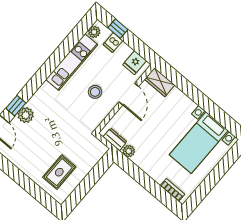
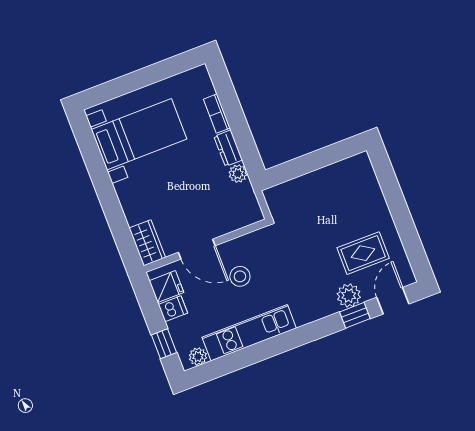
dishwasher: (113, 43) -> (173, 309), moved
door: (129, 94) -> (197, 249), swing flipped
dresser: (115, 139) -> (228, 148), moved
rug: (59, 172) -> (363, 253), moved
bookcase: (172, 190) -> (217, 114), moved

